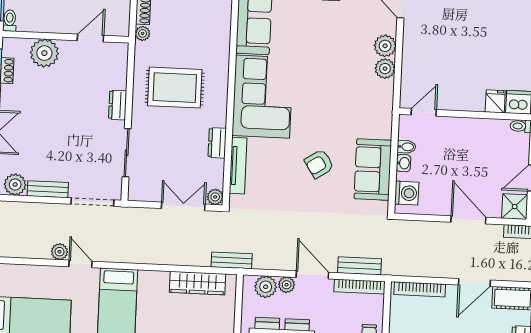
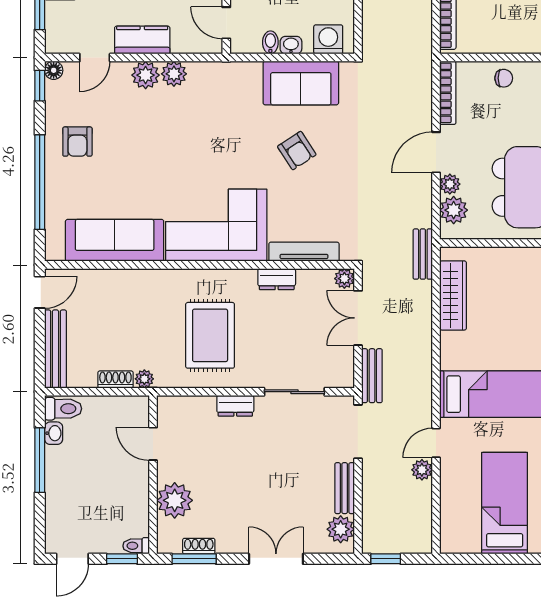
kitchen counter: (413, 45) -> (142, 40), added
bench: (359, 266) -> (372, 376), moved

